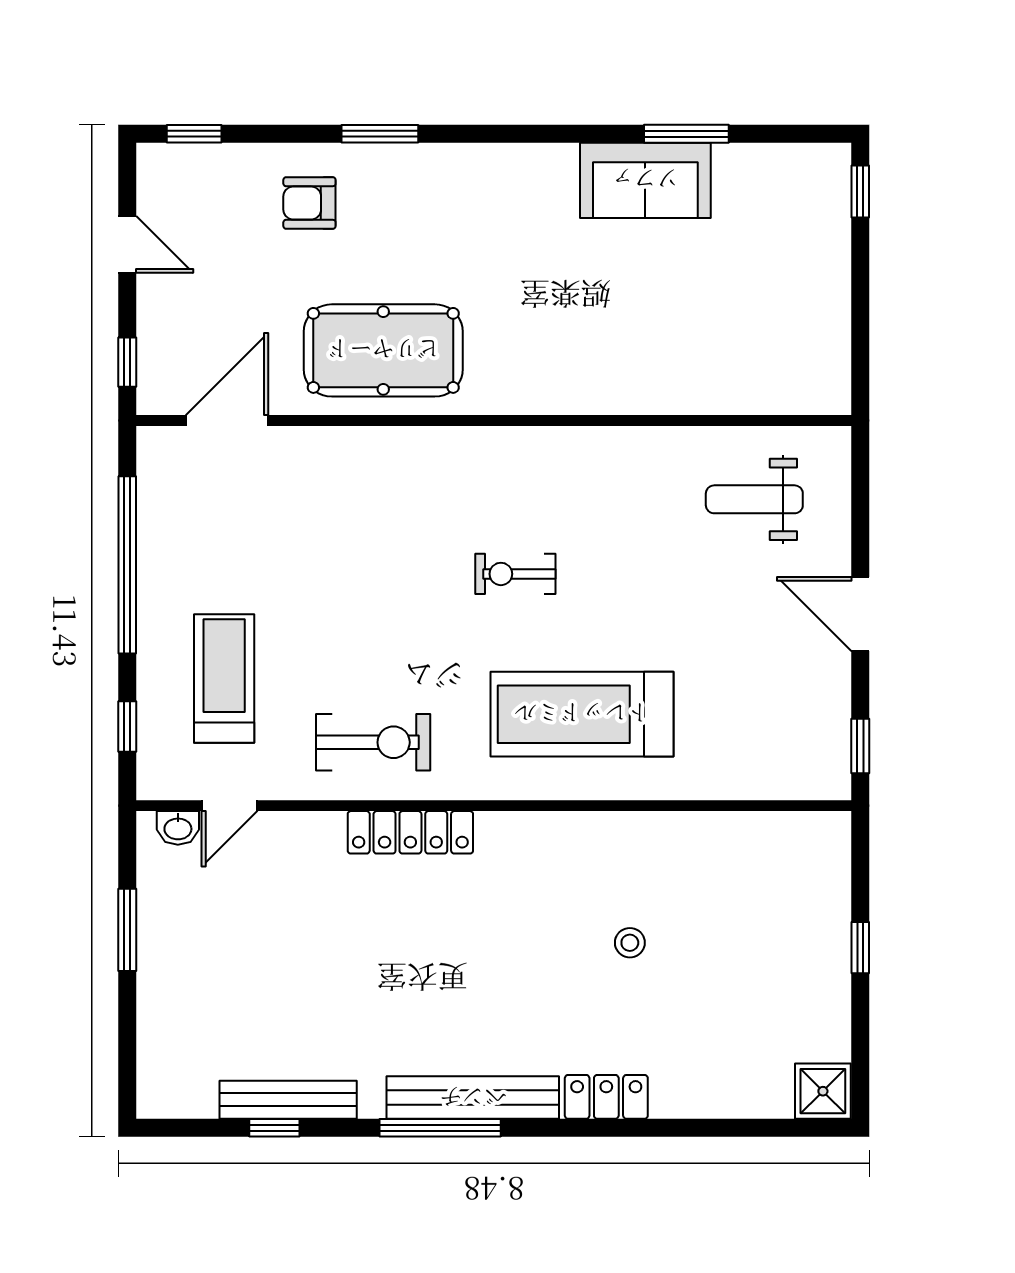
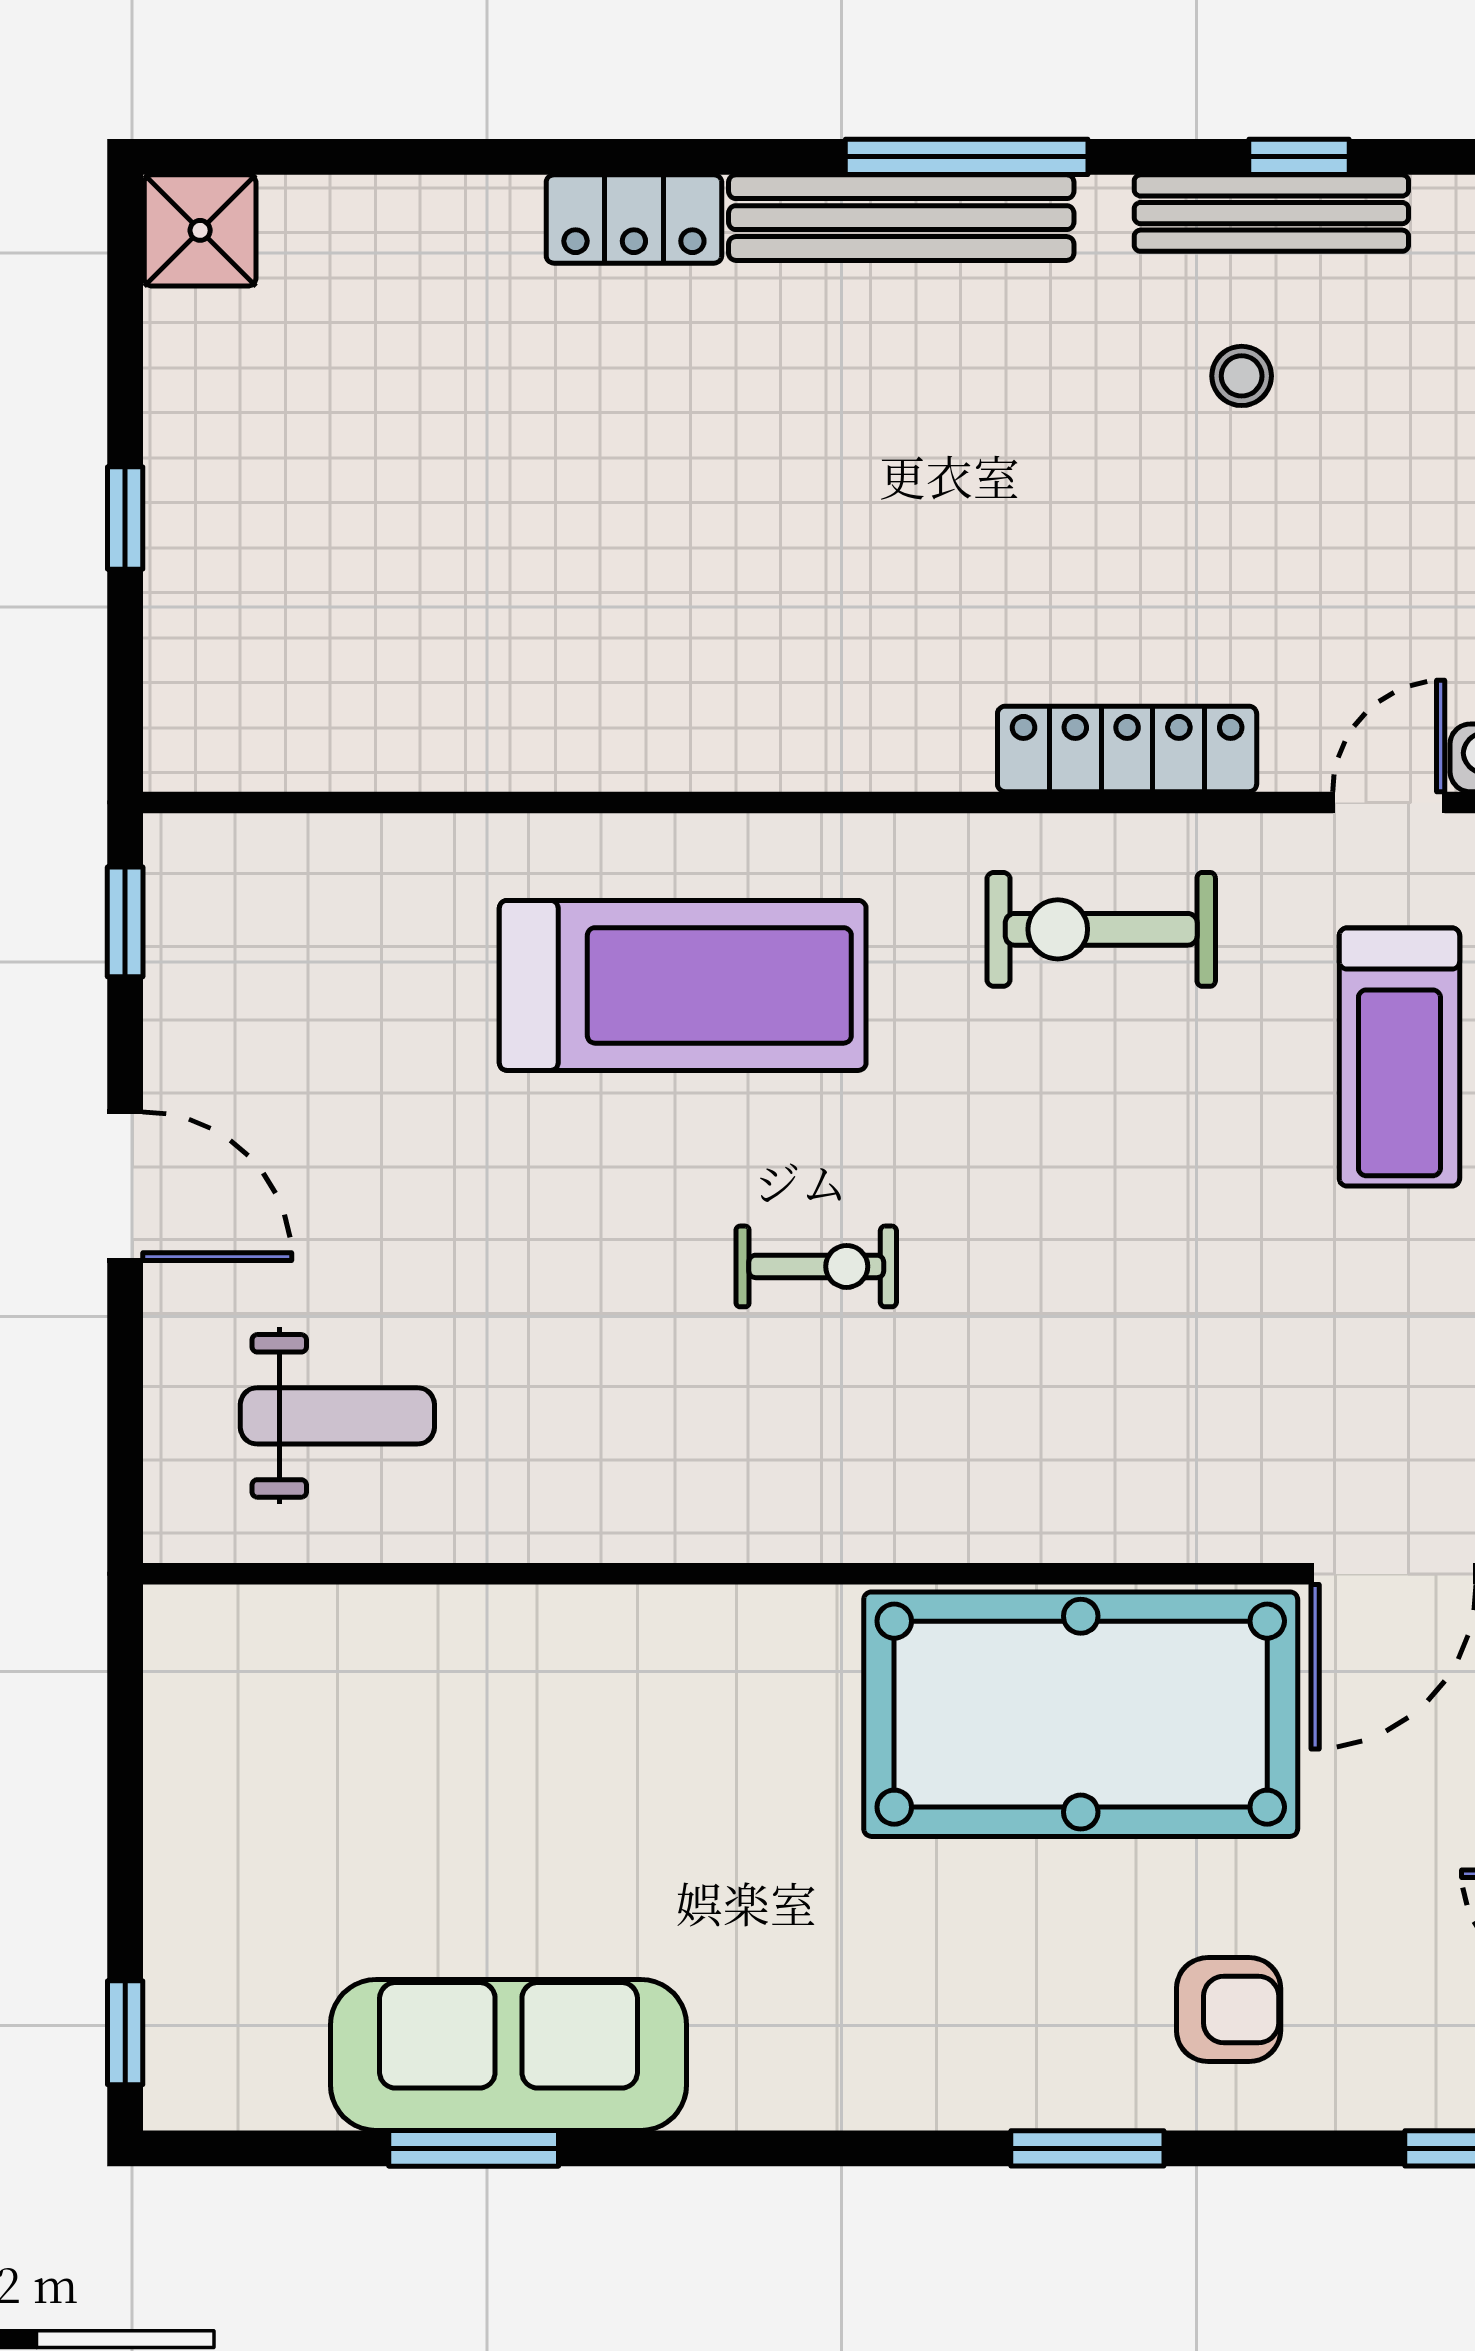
sofa: (645, 180) -> (509, 2055), width x1.36
pool table: (383, 350) -> (1081, 1714), width x1.36, depth x1.32
locker: (410, 832) -> (1127, 749), moved
stool: (630, 943) -> (1242, 376), moved

